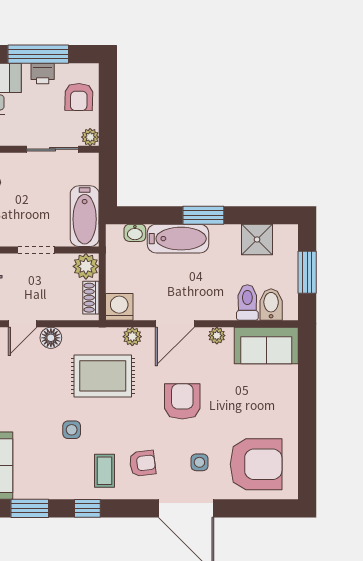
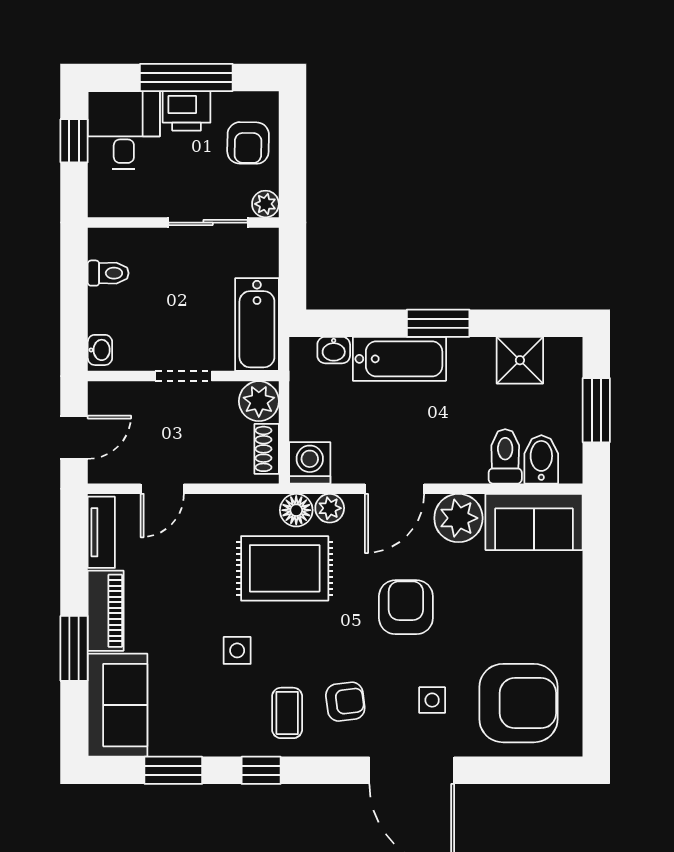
printer: (43, 73) -> (187, 111), width x1.36, depth x1.24
plant: (217, 336) -> (458, 518), width x1.88, depth x1.88
floor lamp: (51, 338) -> (296, 510), moved

